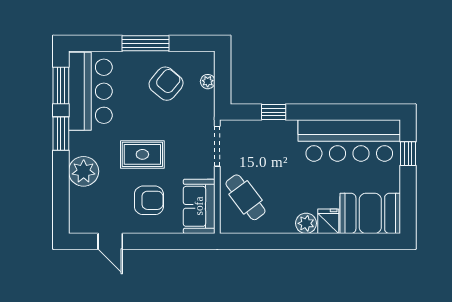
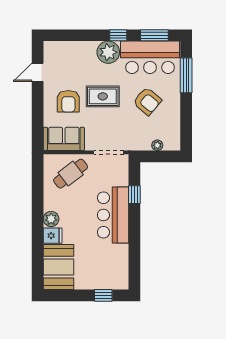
window: (145, 43) -> (186, 75), moved
armchair: (166, 84) -> (147, 101), moved
window: (61, 134) -> (118, 35), width x0.67
bar counter: (349, 141) -> (113, 215), moved, width x0.73
rug: (142, 154) -> (103, 96), turned 90
plant: (84, 171) -> (108, 52), moved

